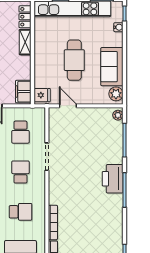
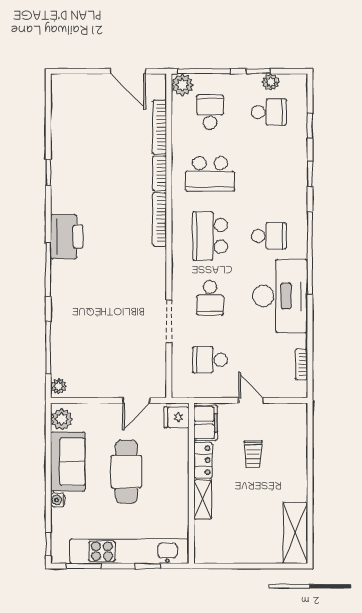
locker: (25, 17) -> (203, 460), moved
water cooler: (118, 27) -> (58, 500), moved
door: (68, 106) -> (136, 400), hinge flipped
school desk: (20, 132) -> (210, 360), turned -90
printer: (113, 179) -> (67, 237), moved
school desk: (20, 212) -> (210, 236), width x1.85

